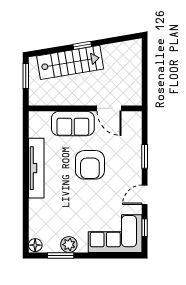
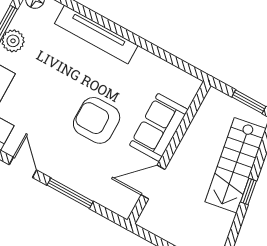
window: (145, 156) -> (70, 193), width x1.44
tv unit: (36, 168) -> (96, 35), moved

